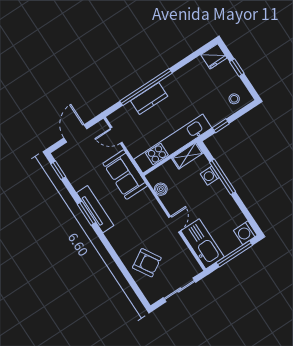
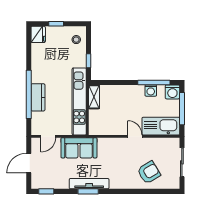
door: (75, 133) -> (29, 163), hinge flipped
washing machine: (210, 176) -> (151, 91), moved
window: (222, 177) -> (154, 82), moved
boiler: (161, 189) -> (105, 130), removed

